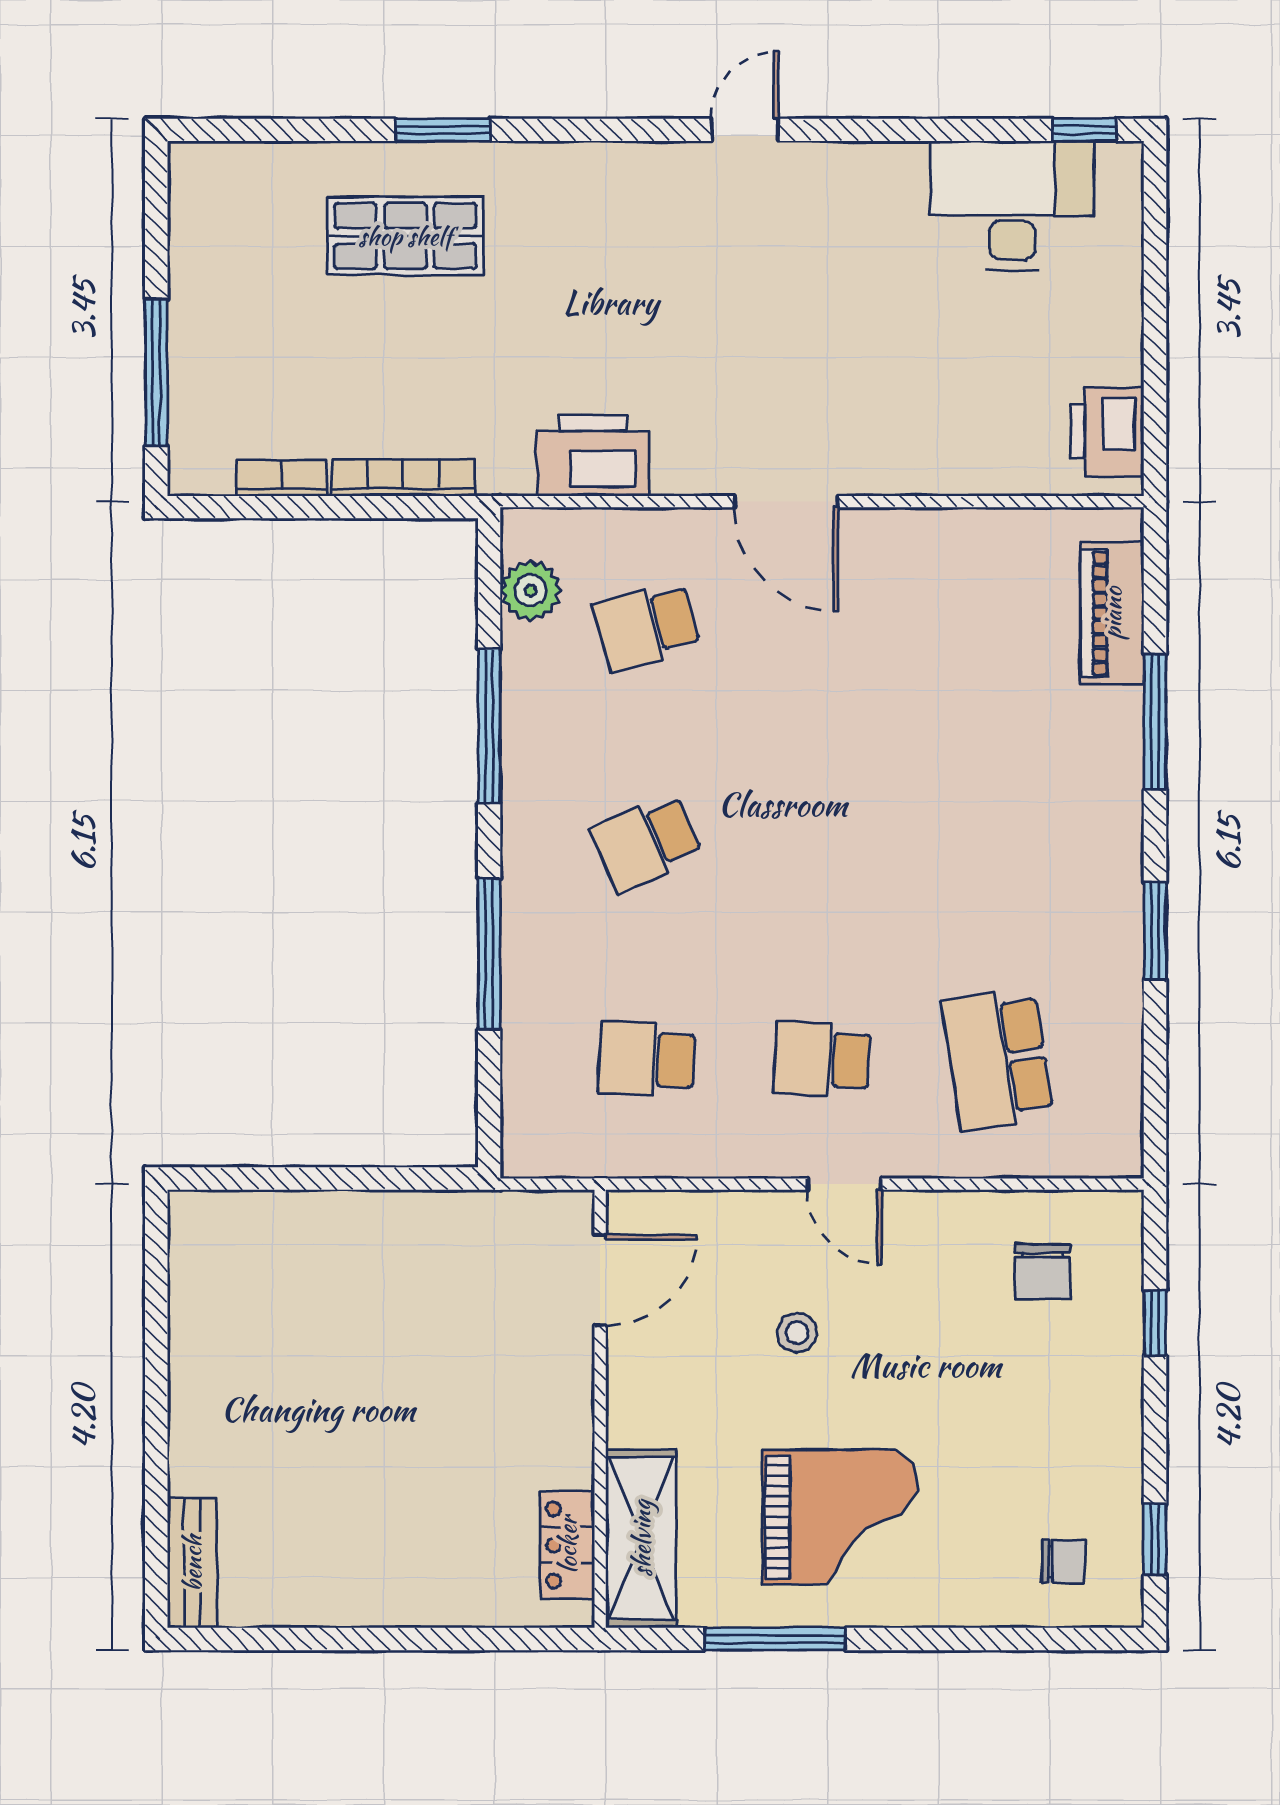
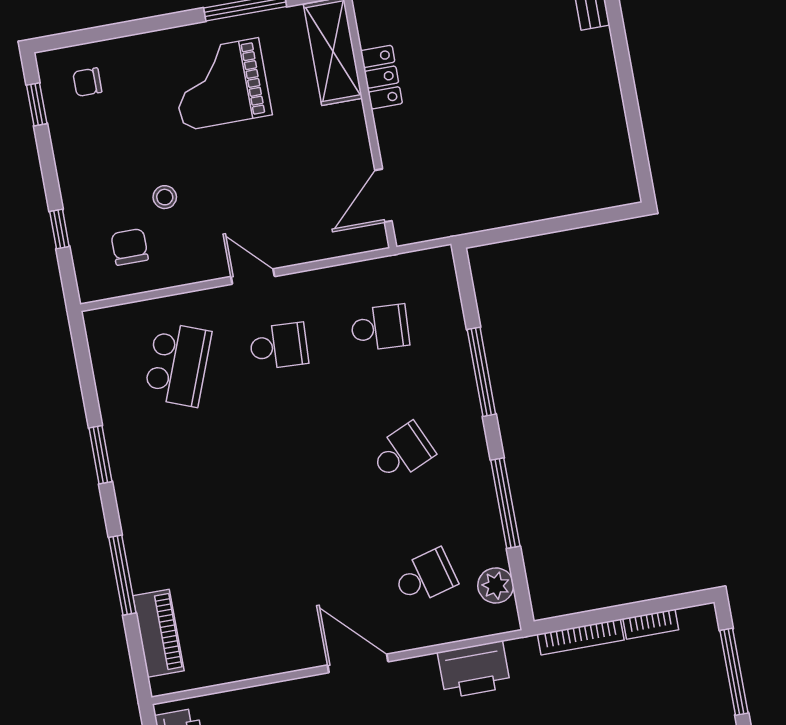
school desk: (998, 1059) -> (178, 364), turned 30
stool: (797, 1333) -> (165, 197), moved
locker: (567, 1545) -> (381, 77), moved

